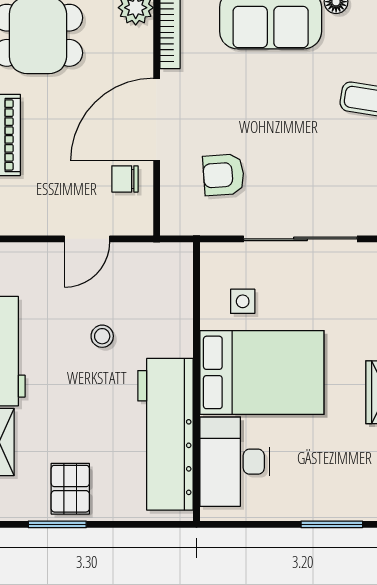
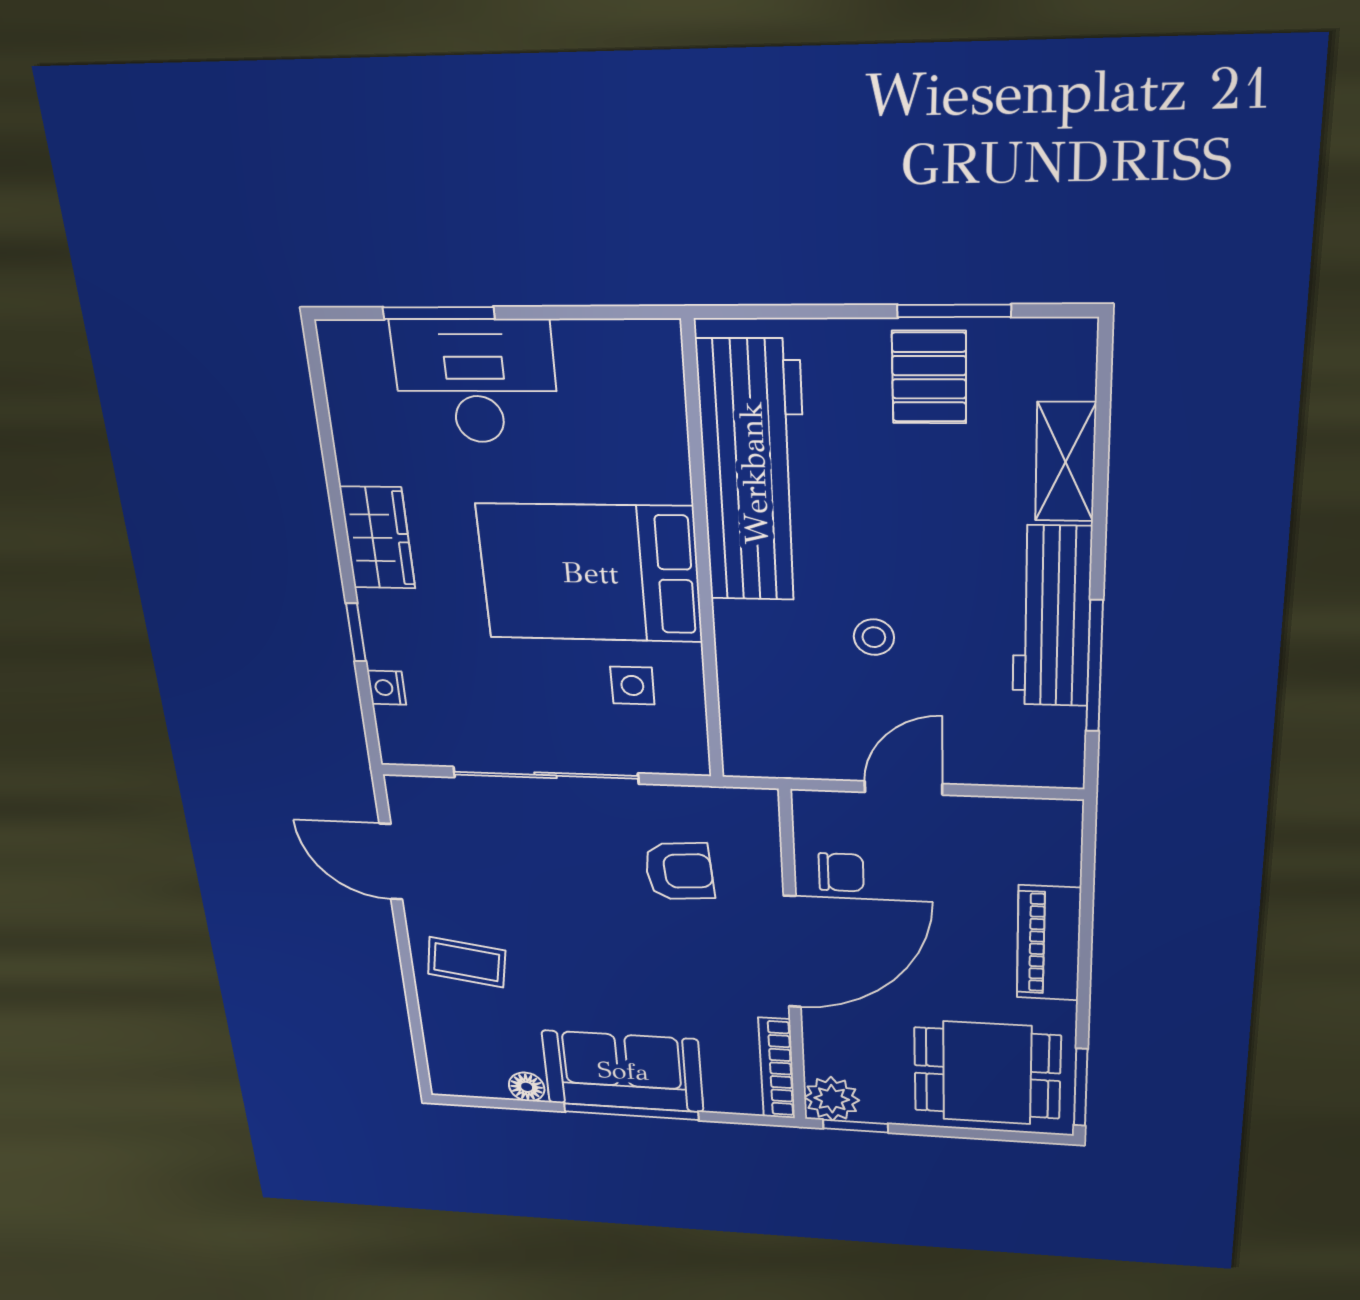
desk: (235, 462) -> (475, 381), moved, turned -90

